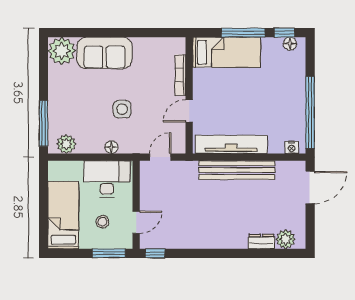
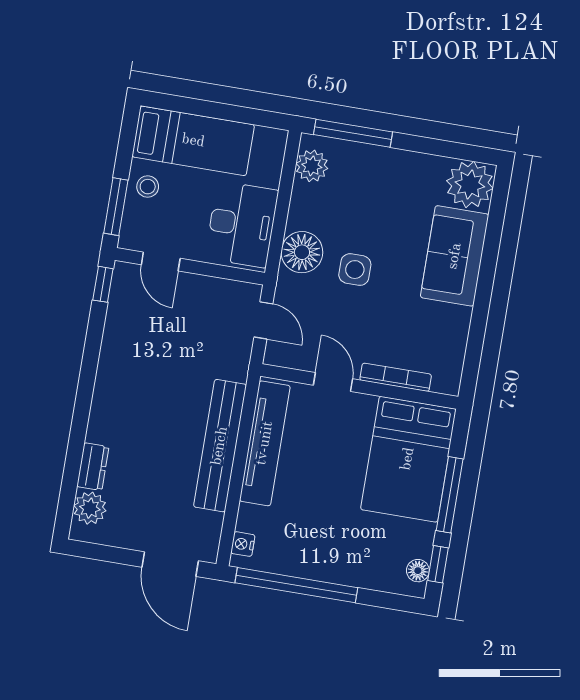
bed: (227, 52) -> (408, 459), width x1.50
floor lamp: (111, 147) -> (302, 252), width x1.89, depth x1.89
stool: (102, 222) -> (148, 187), moved

